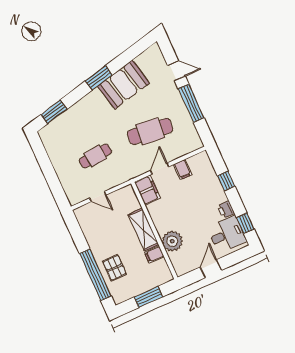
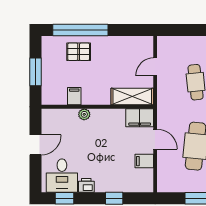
shelving: (143, 230) -> (132, 97), moved
plant: (172, 241) -> (84, 114), width x0.53, depth x0.53
door: (211, 269) -> (35, 145), hinge flipped

